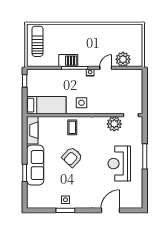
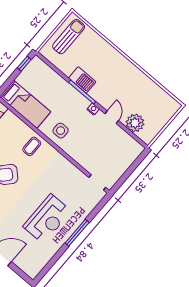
door: (106, 68) -> (112, 117), hinge flipped
plant: (114, 124) -> (75, 177), removed
reception desk: (119, 164) -> (47, 219), turned 180

